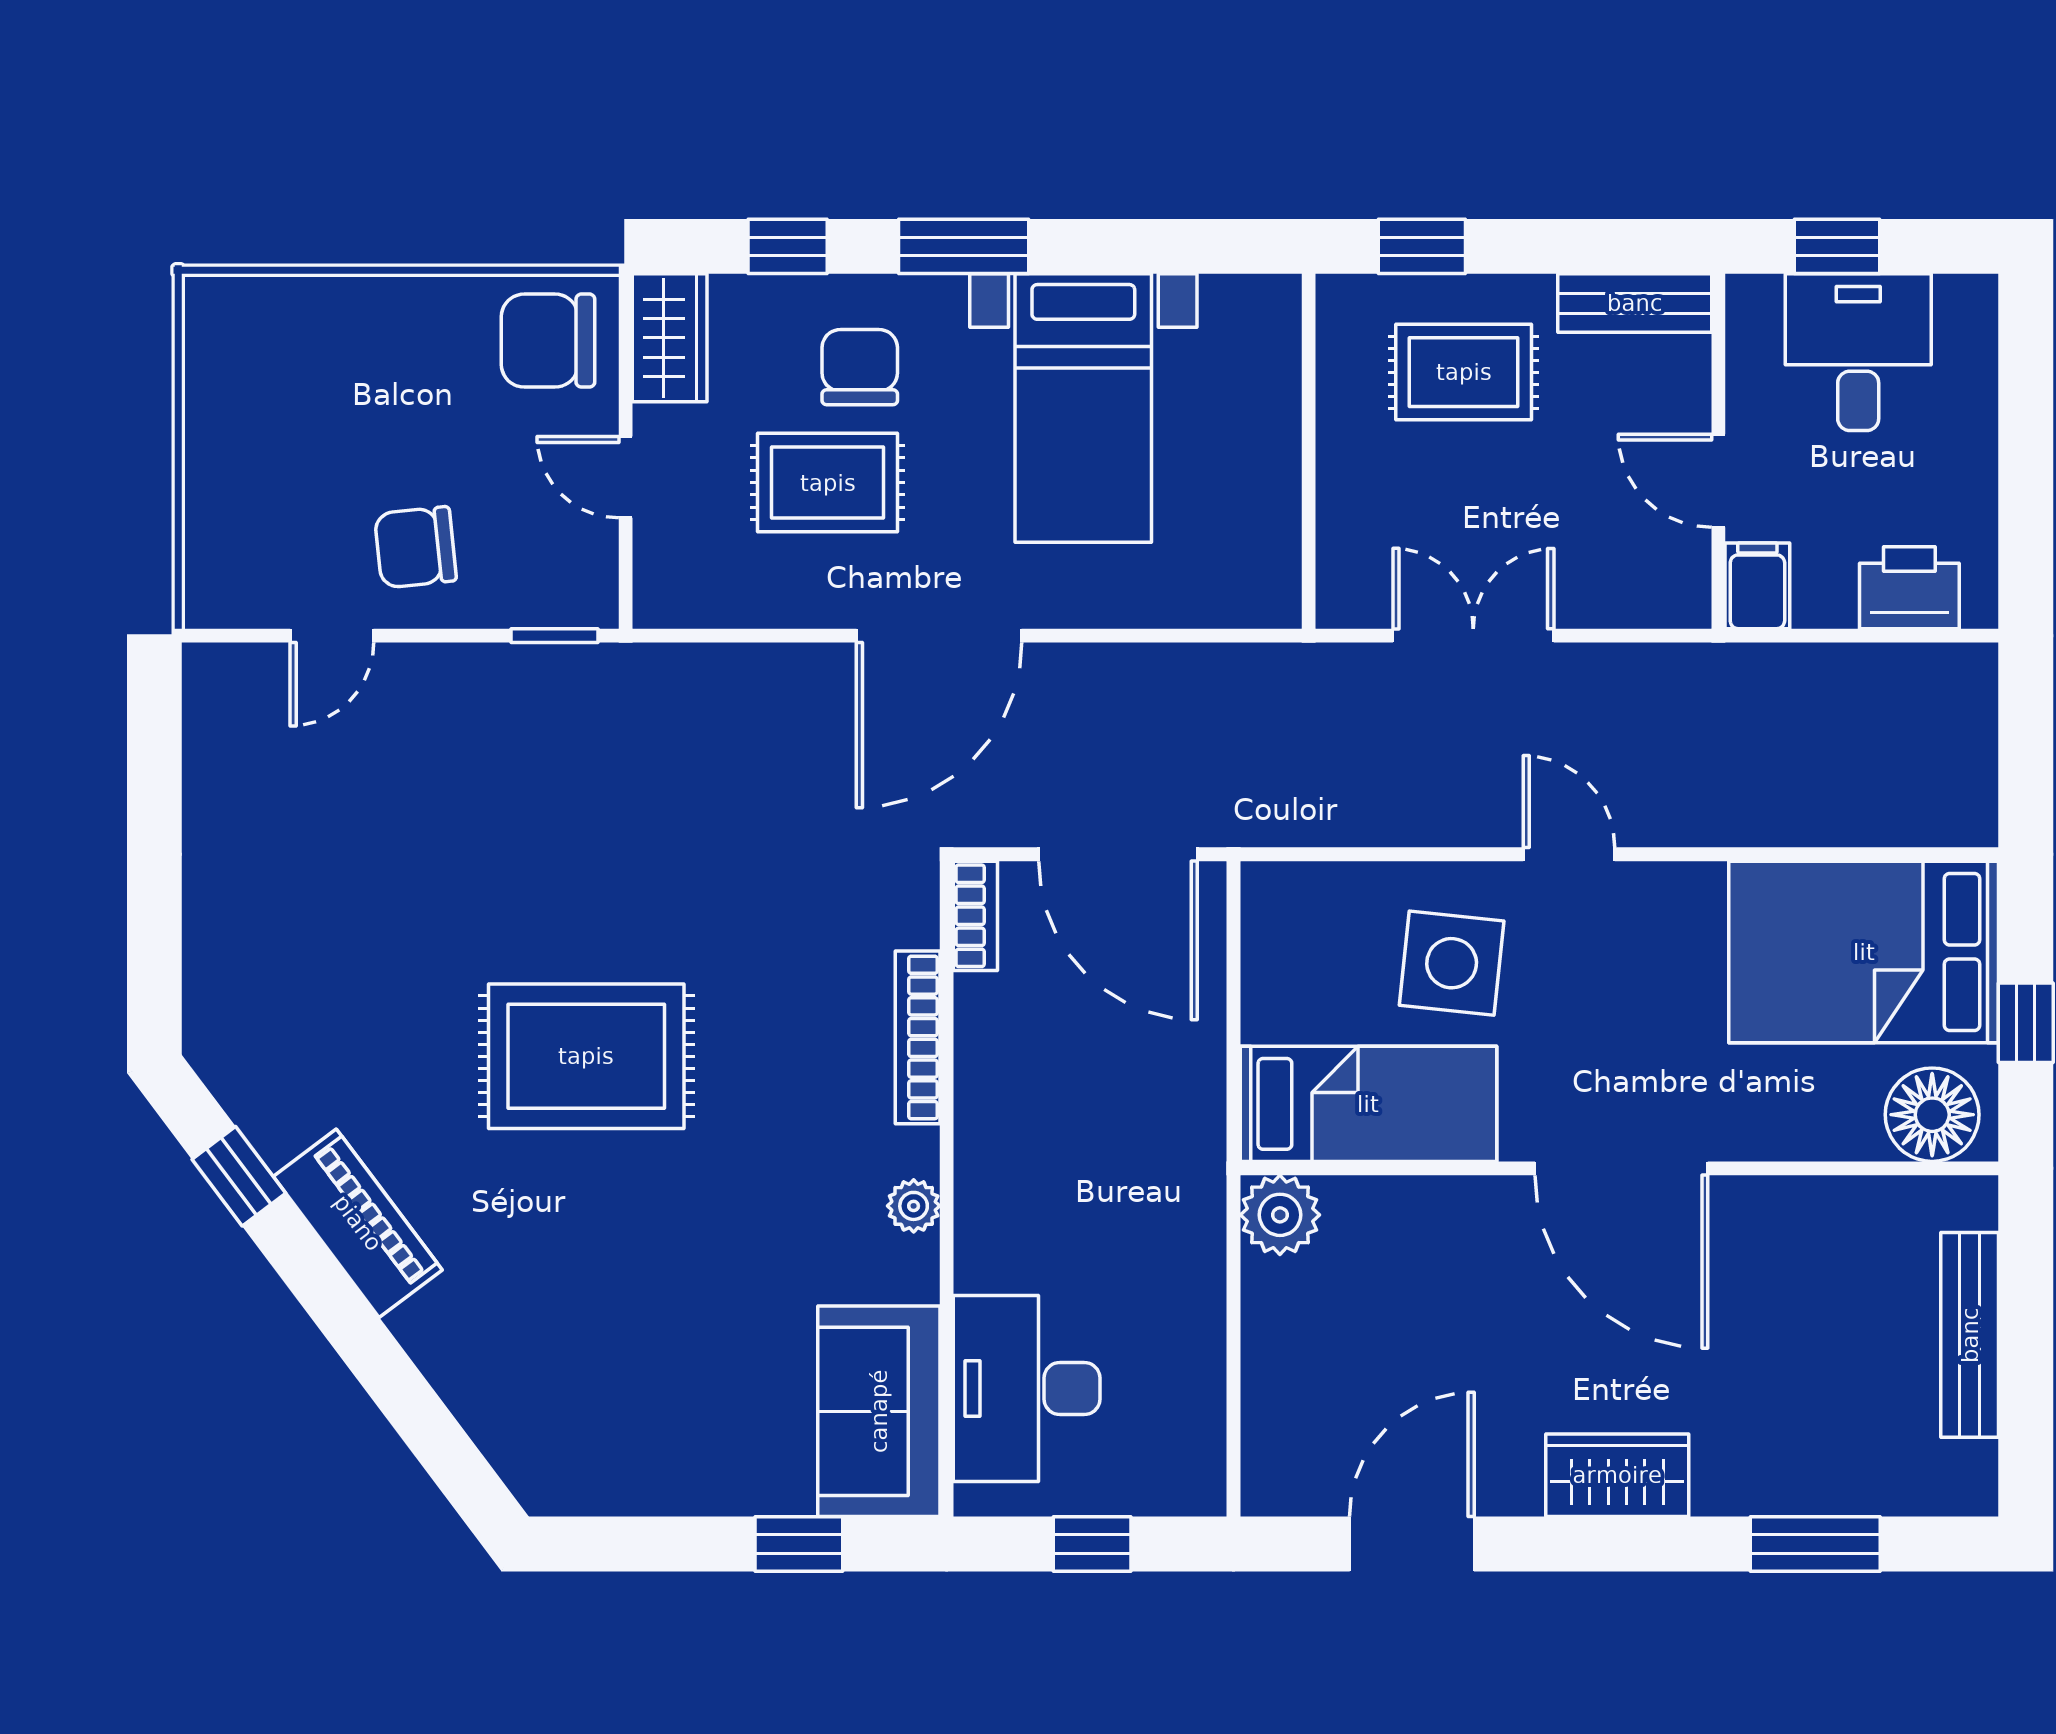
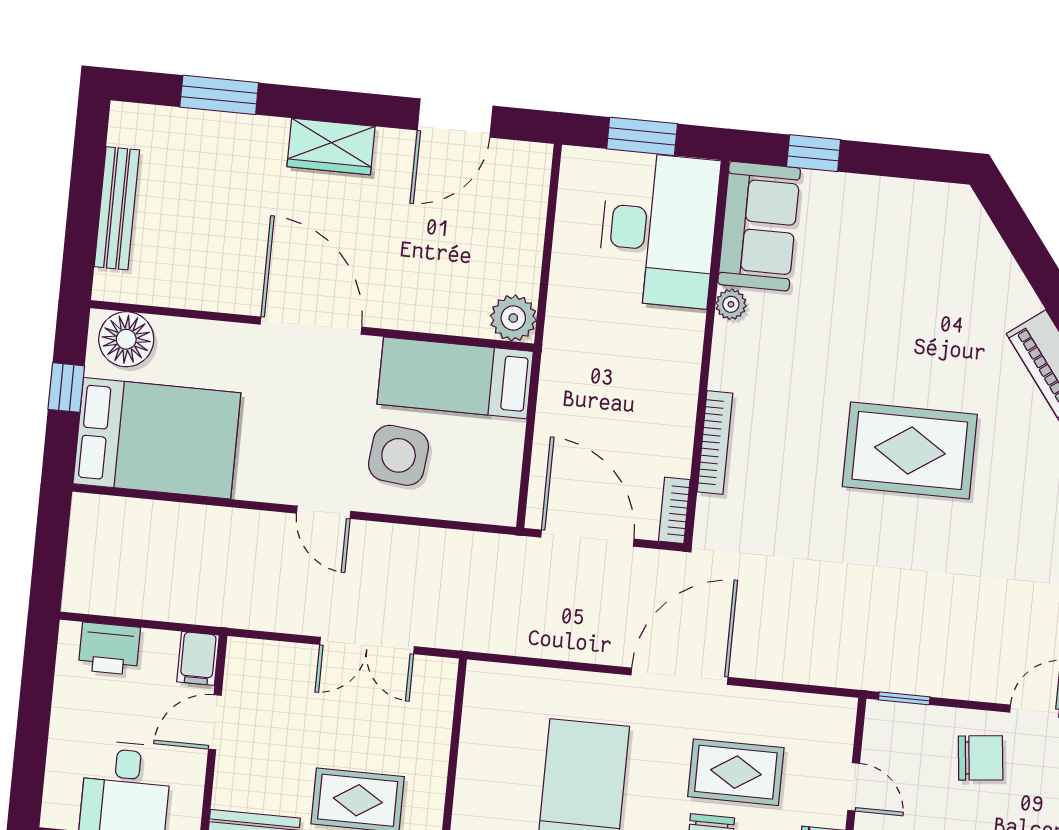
door: (1718, 481) -> (215, 722), swing flipped
plant: (914, 1206) -> (731, 304), moved
desk: (1027, 1389) -> (659, 230), width x1.36, depth x1.30
window: (1092, 1544) -> (642, 136), width x1.50

